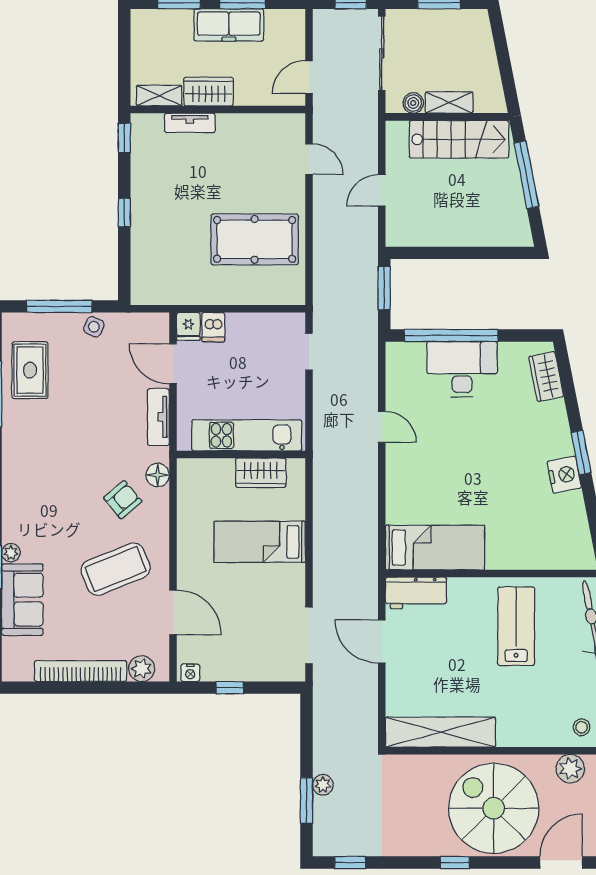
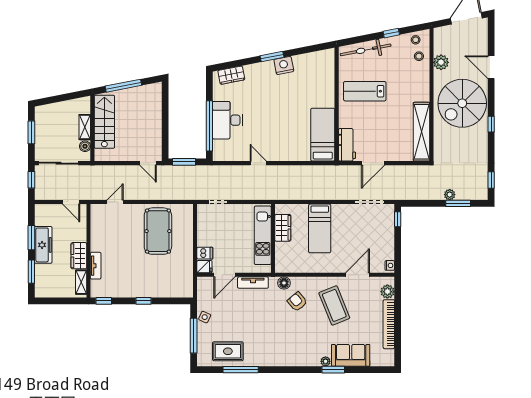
door: (382, 190) -> (148, 163), moved
door: (382, 427) -> (258, 163), hinge flipped
window: (230, 688) -> (398, 219), moved

